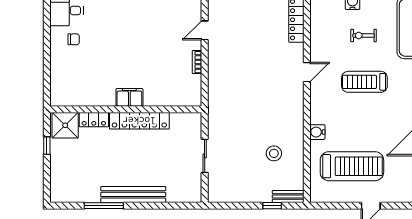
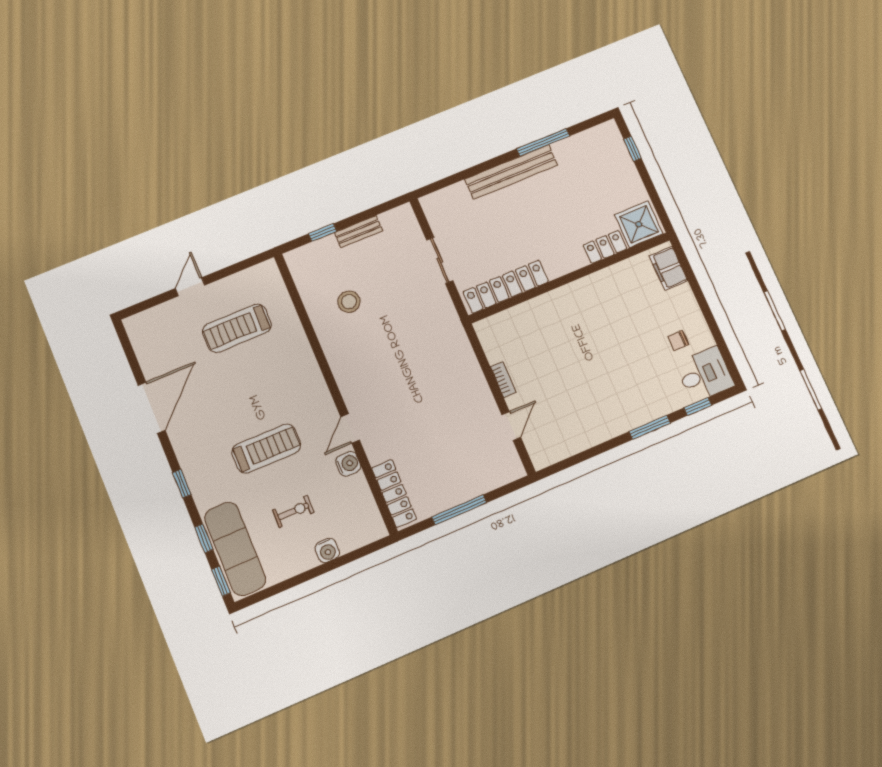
filing cabinet: (129, 97) -> (669, 268), moved, turned 90
locker: (139, 121) -> (506, 287), moved
water cooler: (317, 132) -> (348, 464), moved
window: (47, 146) -> (633, 149), moved
treadmill: (352, 166) -> (237, 328), width x0.73, depth x0.73
bench: (288, 196) -> (358, 232), moved

